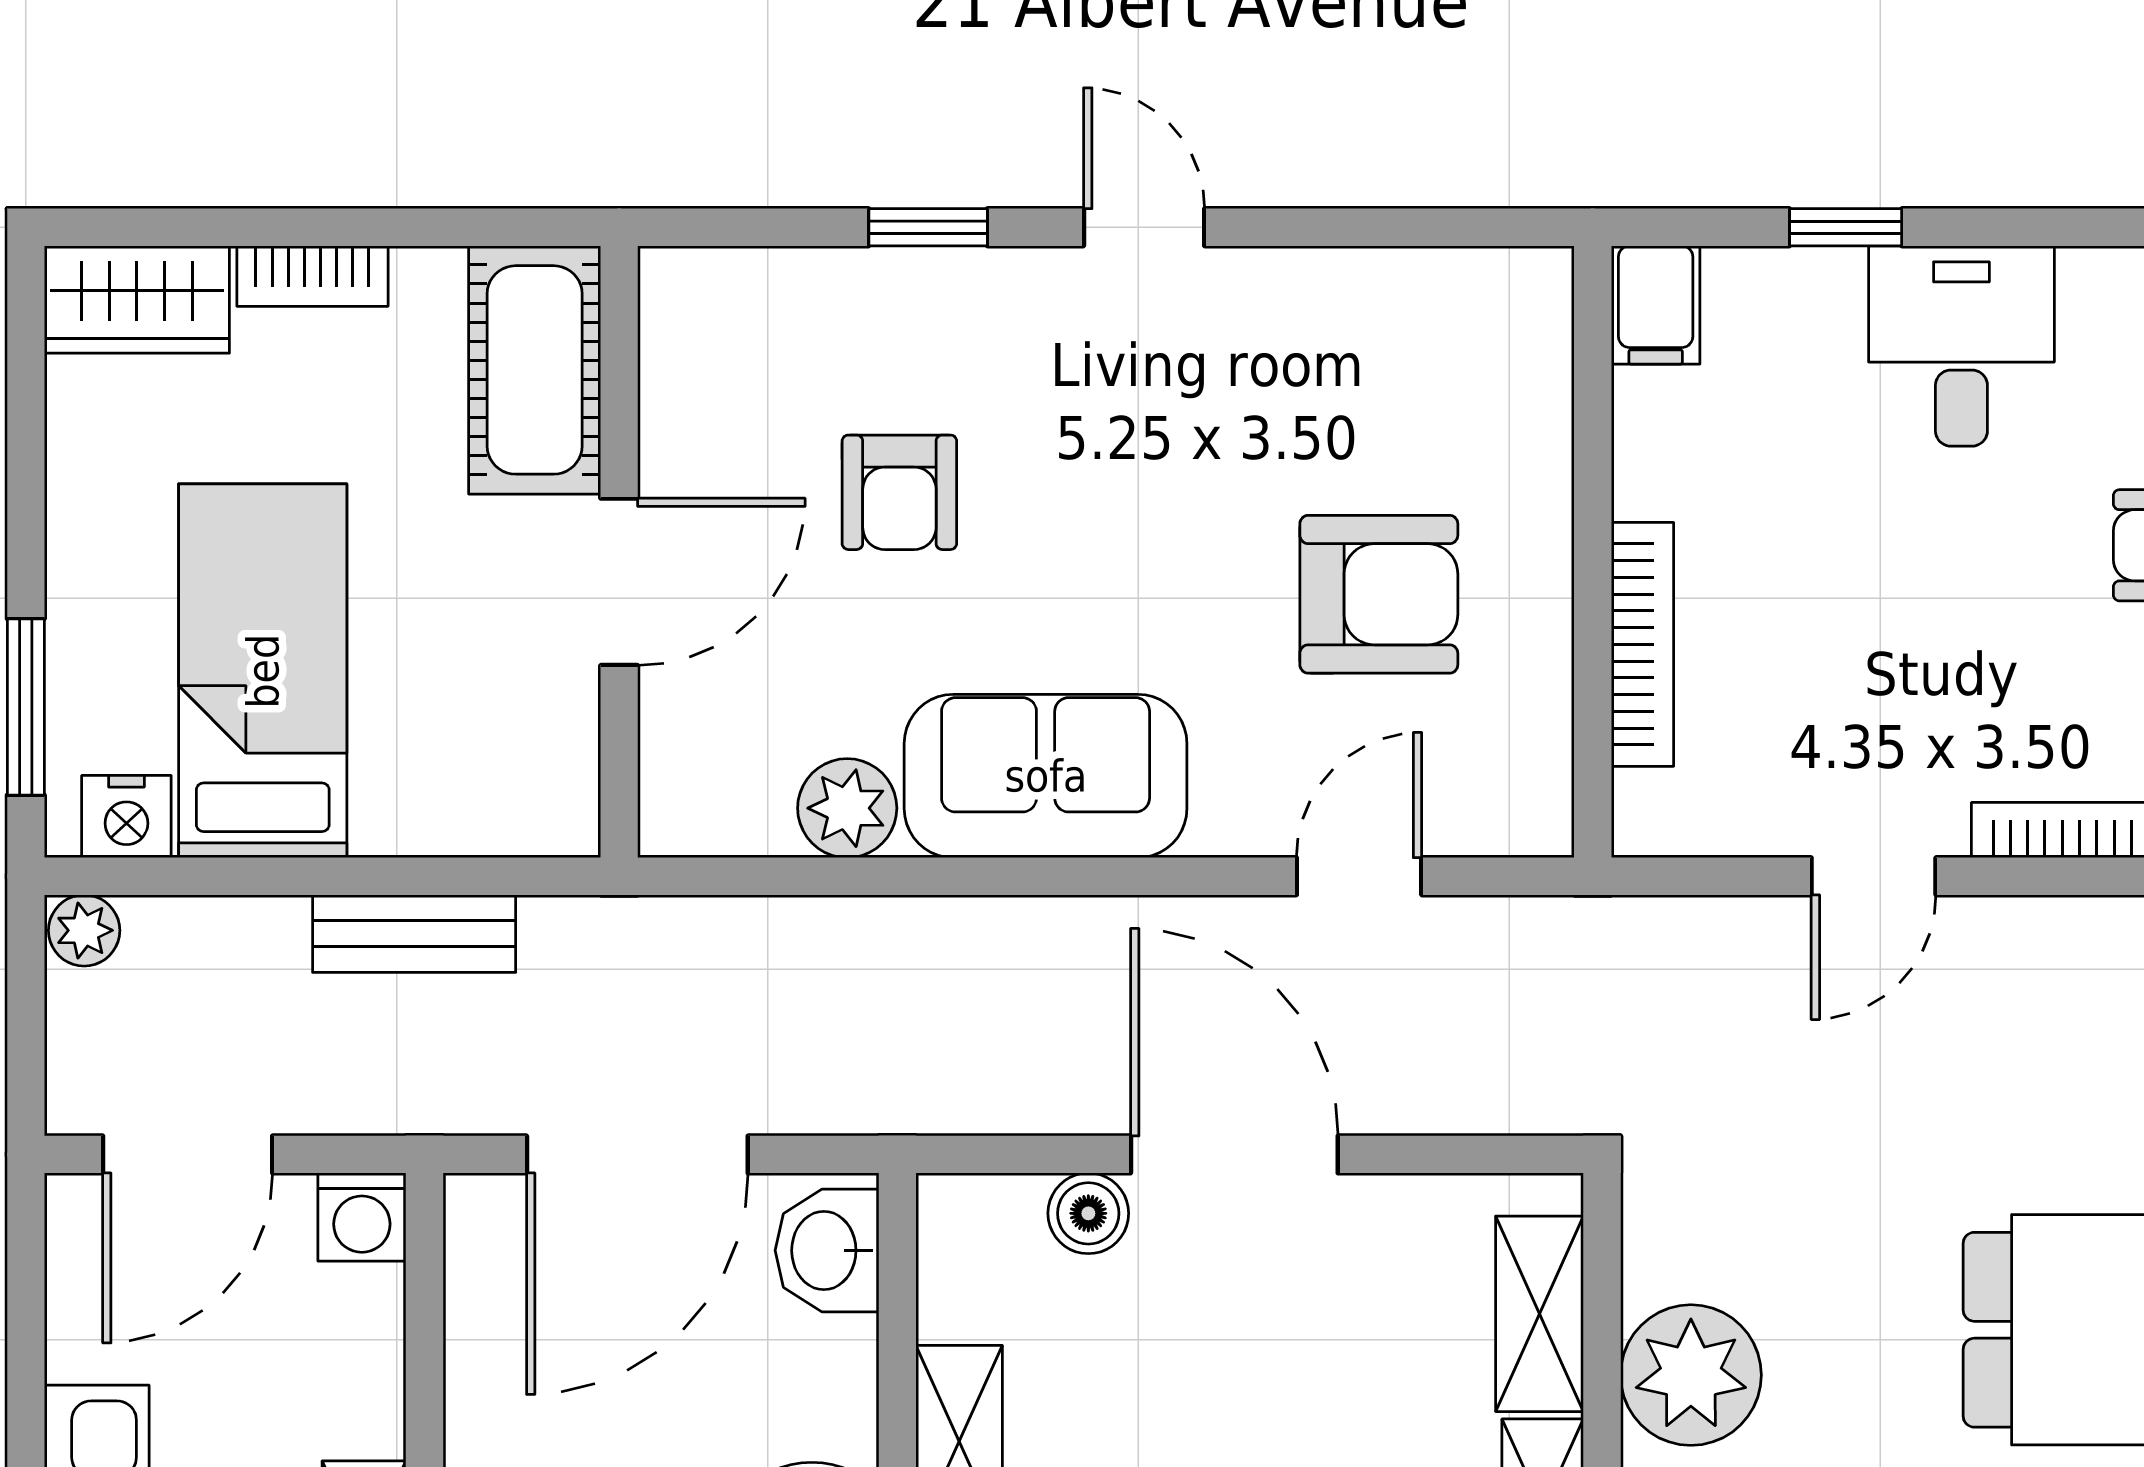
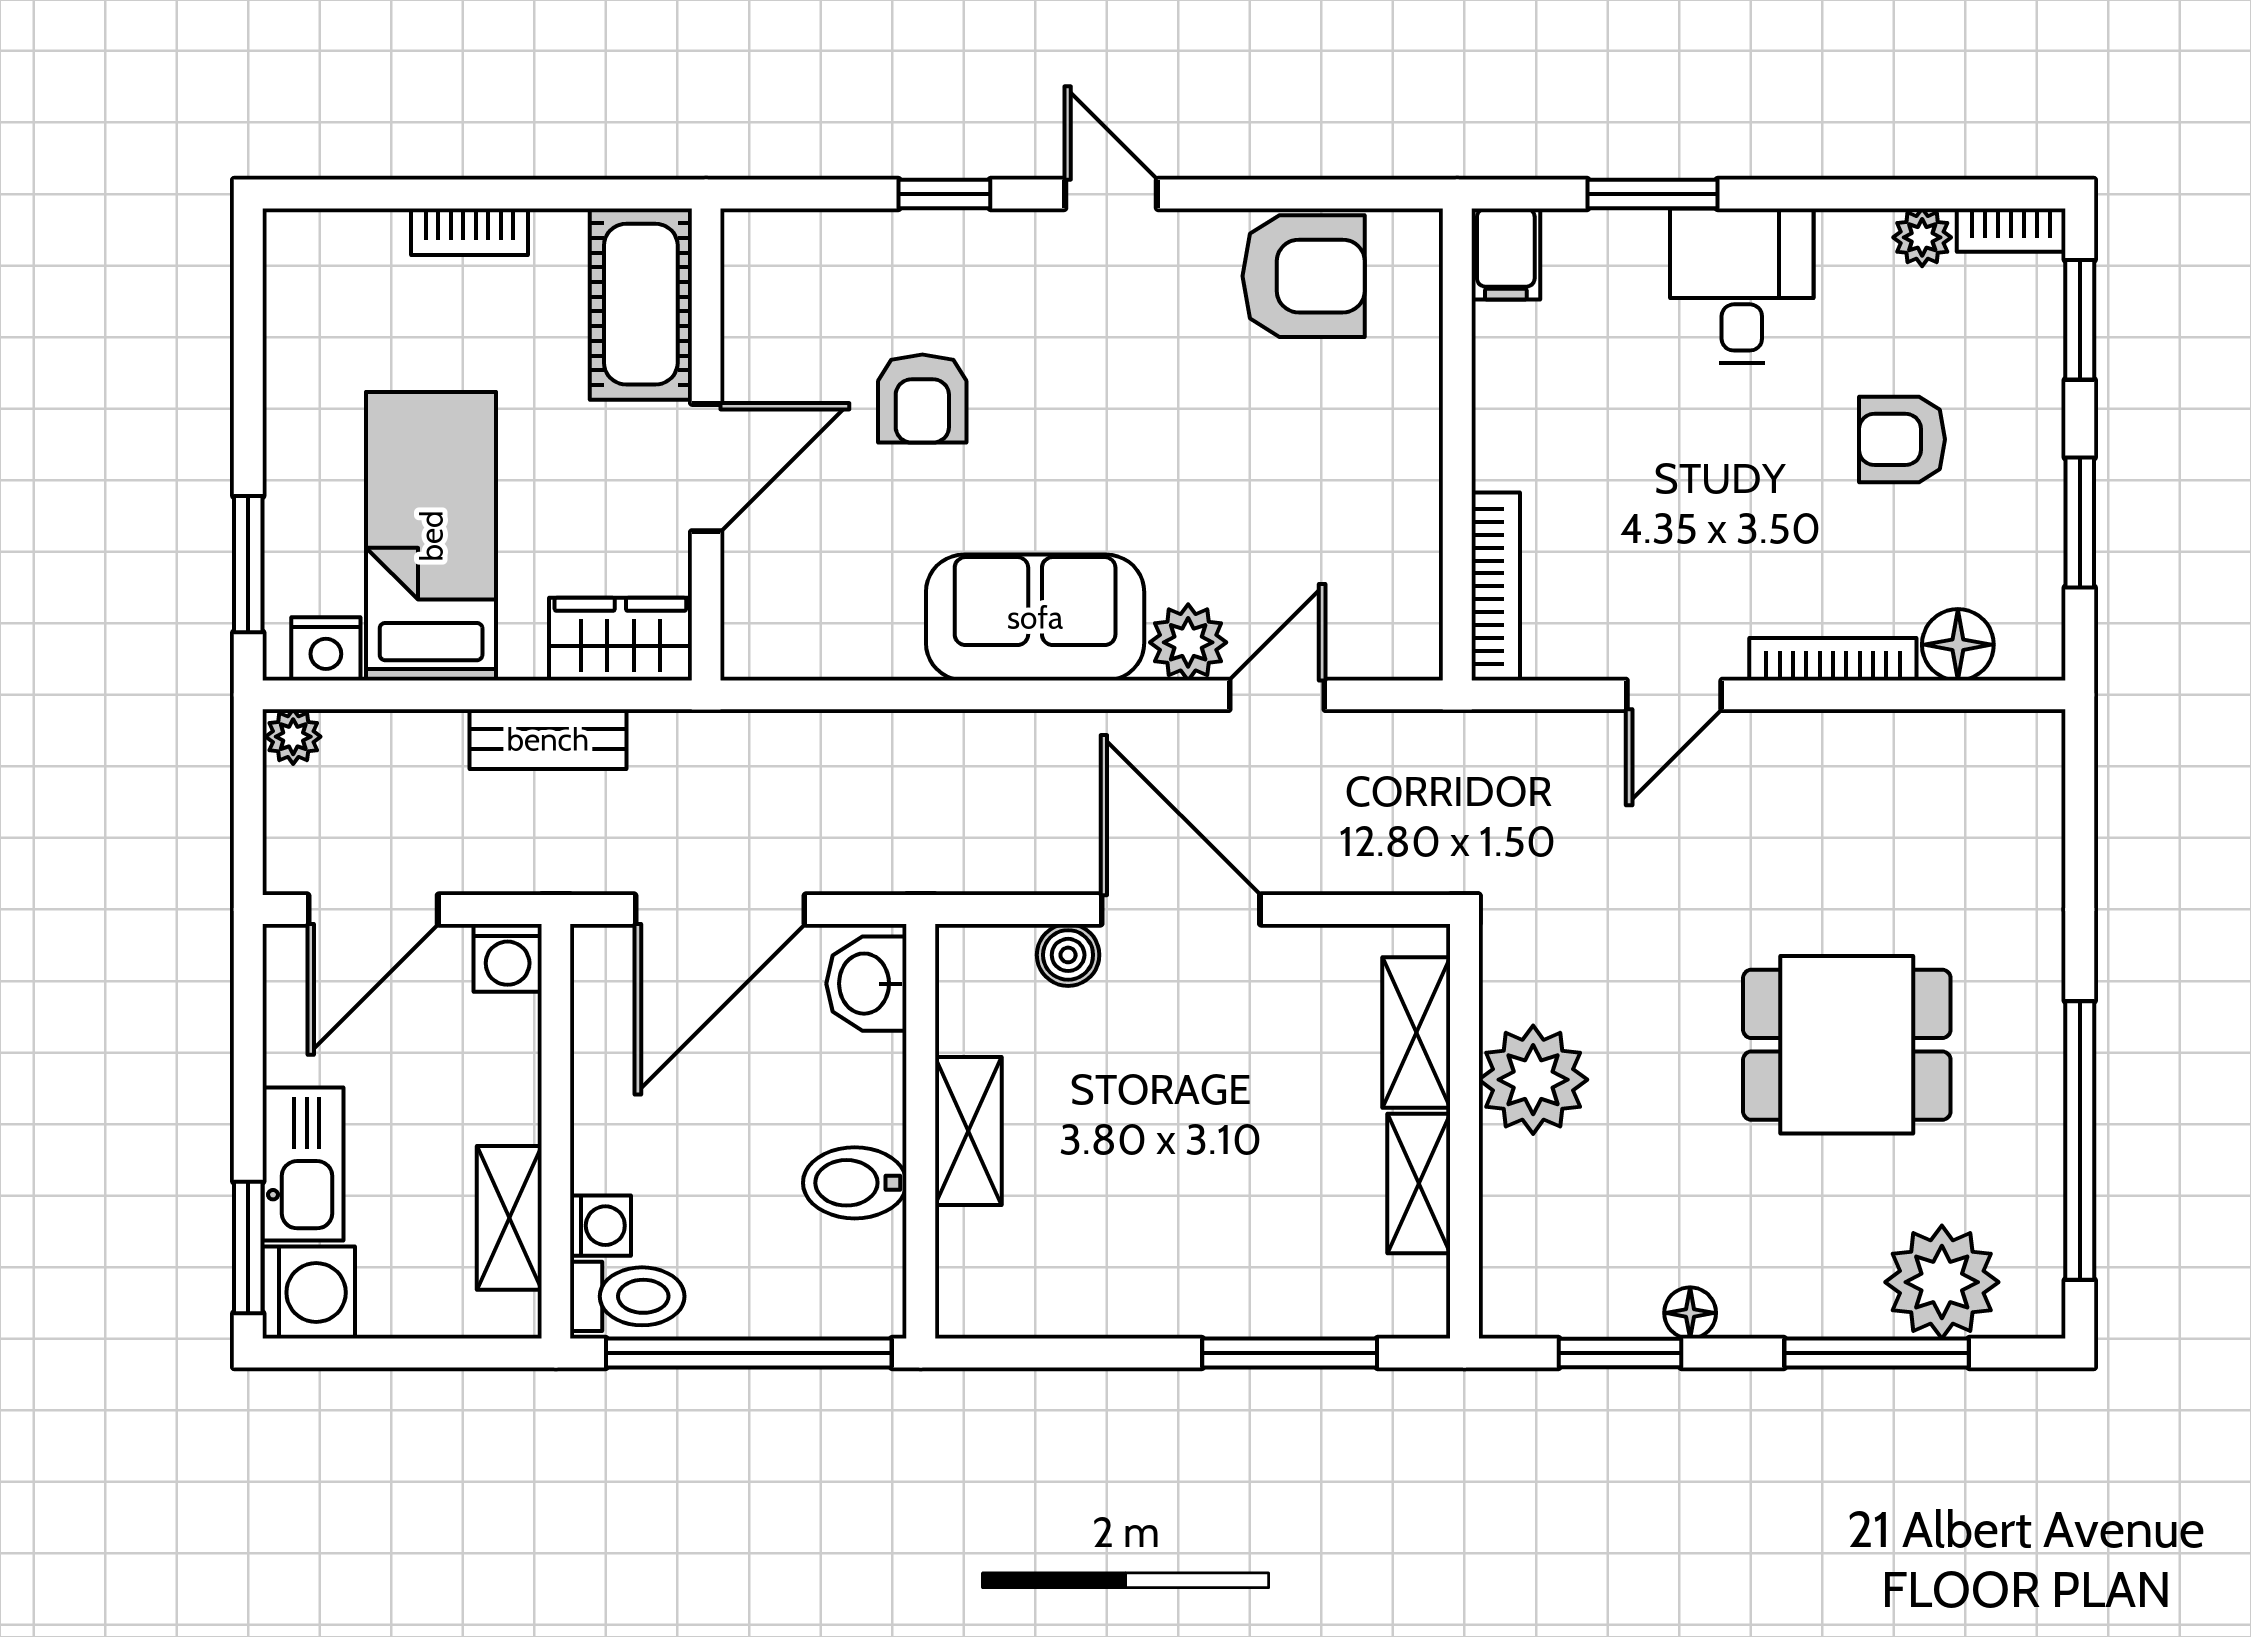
window: (1846, 227) -> (1652, 194), width x1.50
wardrobe: (137, 299) -> (620, 639), moved, turned 180
armchair: (1379, 594) -> (1304, 276), moved
bookcase: (1643, 644) -> (1496, 586), moved
plant: (847, 808) -> (1188, 642), moved

